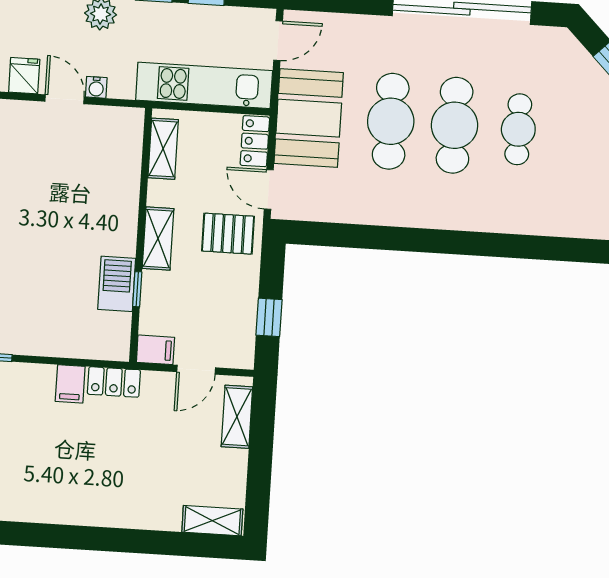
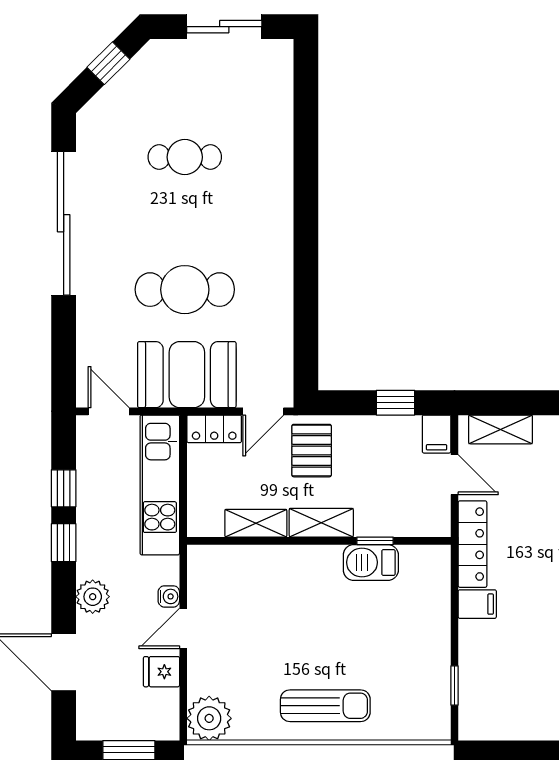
cafe table: (455, 125) -> (185, 223), removed
shelving: (163, 149) -> (256, 523), moved
filing cabinet: (155, 350) -> (437, 434), moved, turned 180
locker: (114, 382) -> (472, 544), width x1.53

